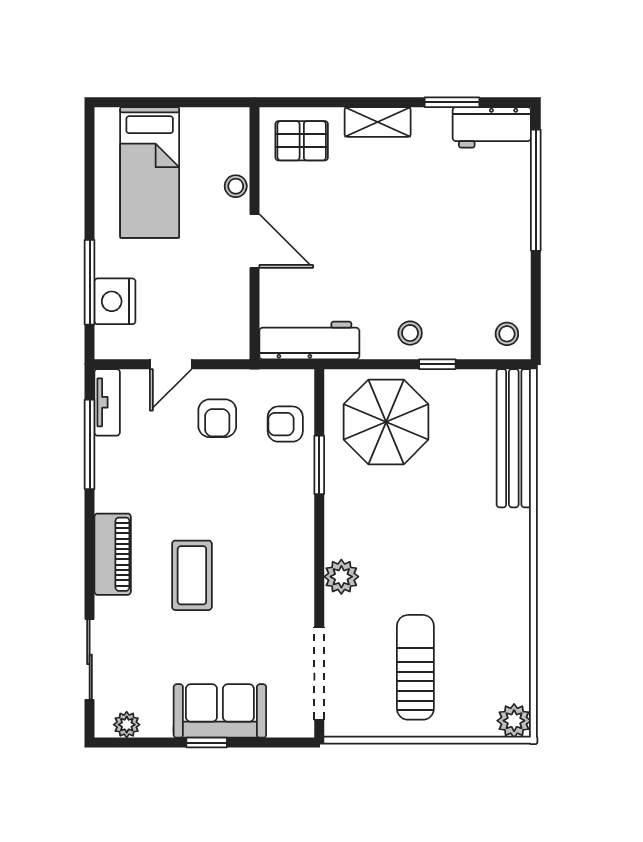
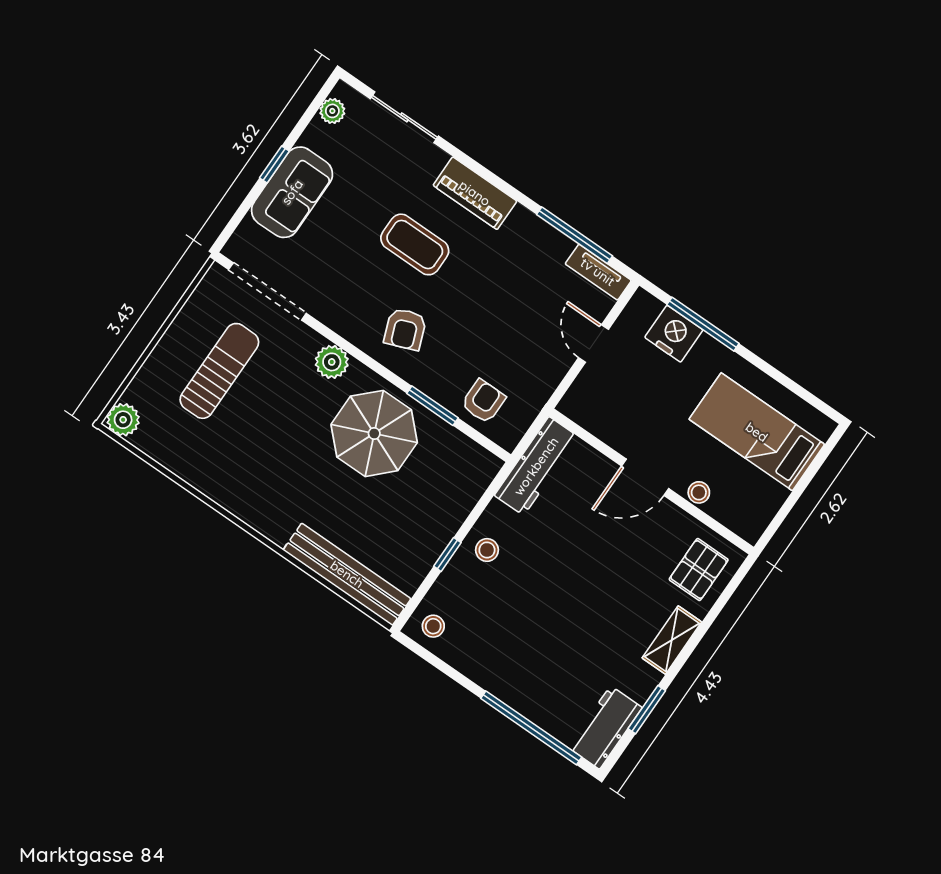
armchair: (217, 418) -> (405, 329), moved, turned -111
parasol: (386, 422) -> (374, 433), moved
sun lounger: (415, 667) -> (219, 371), turned -90

